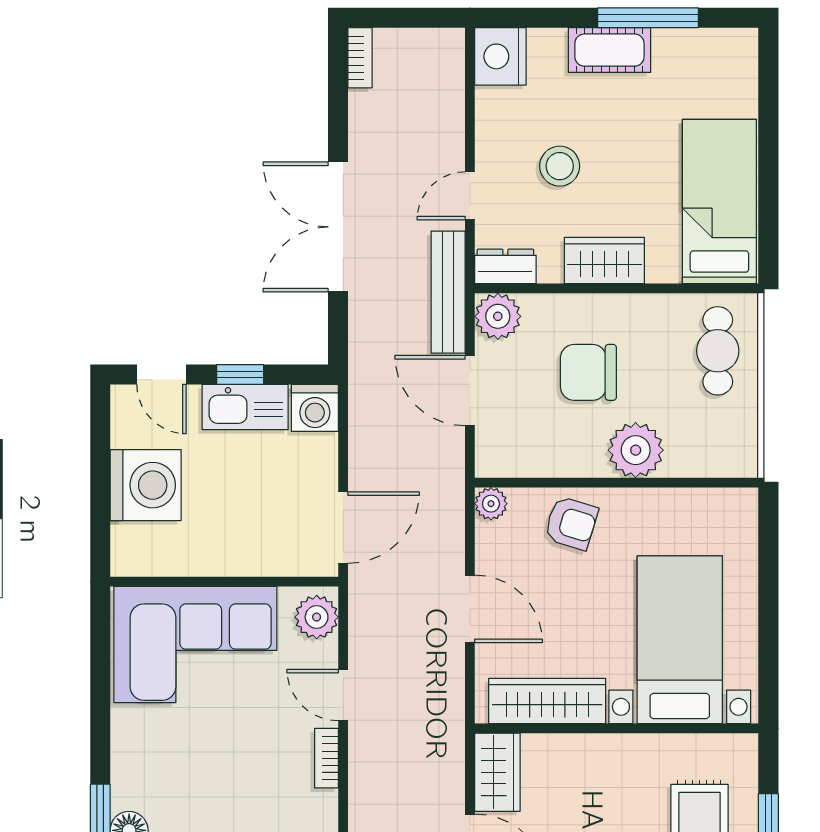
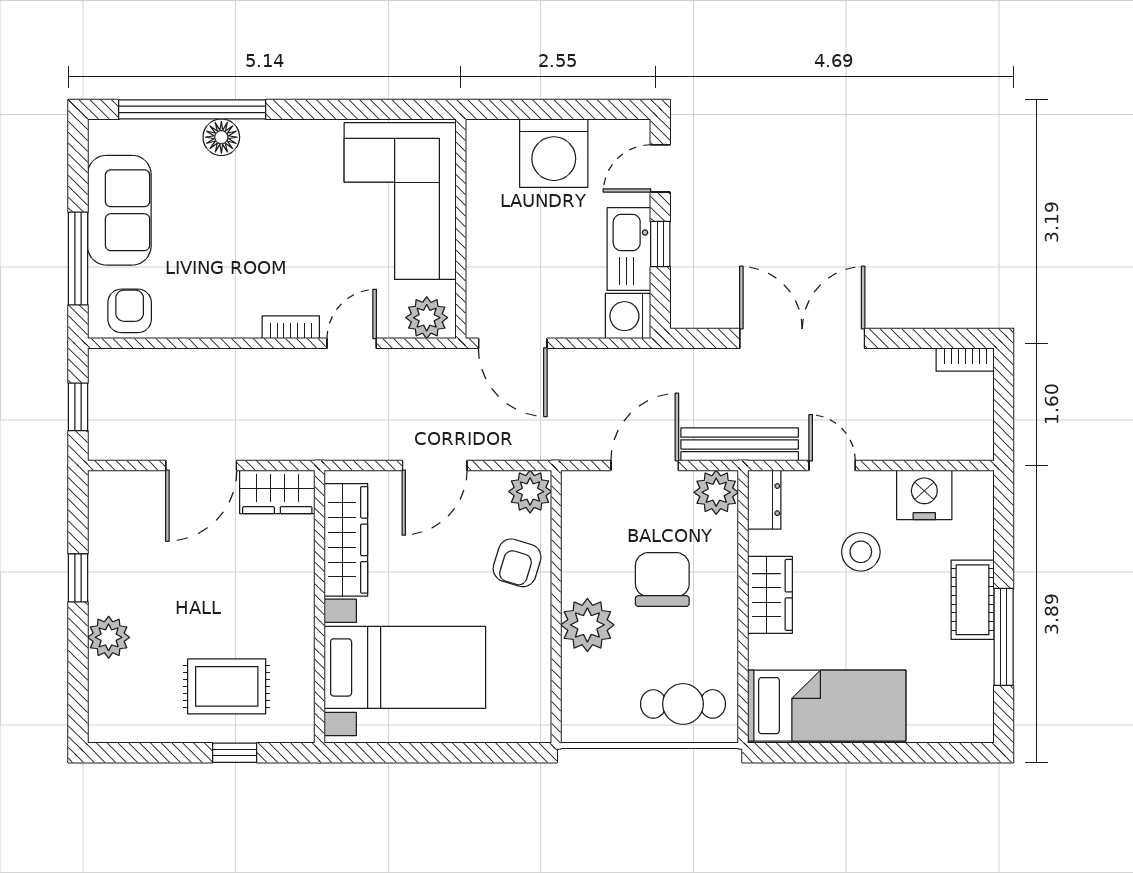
nightstand: (500, 56) -> (924, 495), moved
plant: (491, 504) -> (530, 492), width x1.38, depth x1.38

